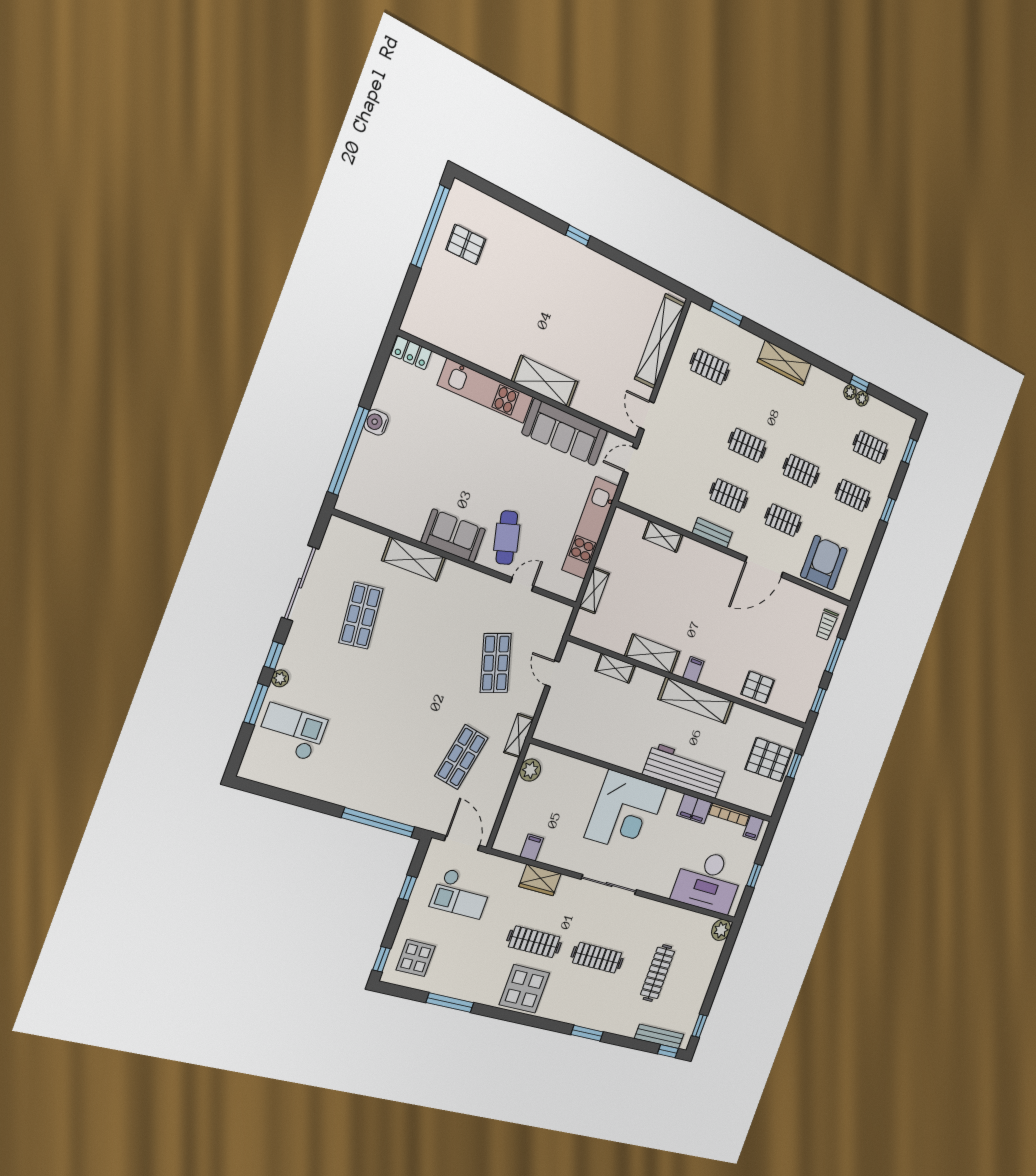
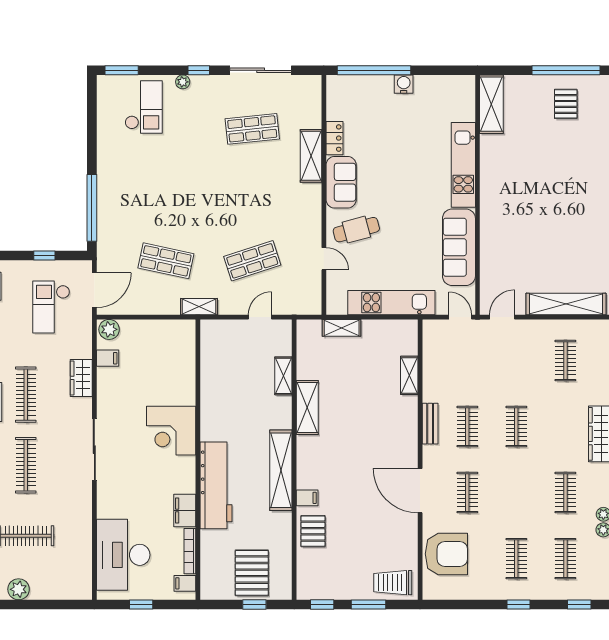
locker: (411, 353) -> (335, 138), moved, turned 180
shelving: (545, 381) -> (491, 104), moved
clothes rail: (801, 471) -> (565, 493), moved
trolley: (827, 625) -> (393, 583), width x1.36, depth x1.39
filing cabinet: (693, 670) -> (307, 498), moved
window: (256, 704) -> (122, 70), moved
plant: (530, 770) -> (109, 329), moved
corner desk: (626, 812) -> (171, 431), width x0.74, depth x0.74
plant: (721, 930) -> (19, 589), moved

